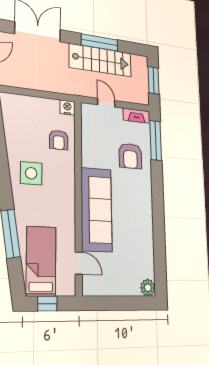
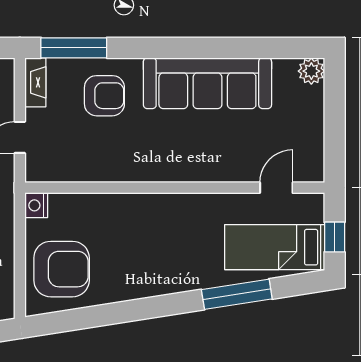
armchair: (59, 140) -> (62, 269), moved, width x1.88, depth x1.88
side table: (31, 173) -> (146, 264), removed
sofa: (96, 209) -> (207, 83), moved, turned 180

